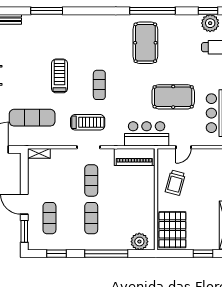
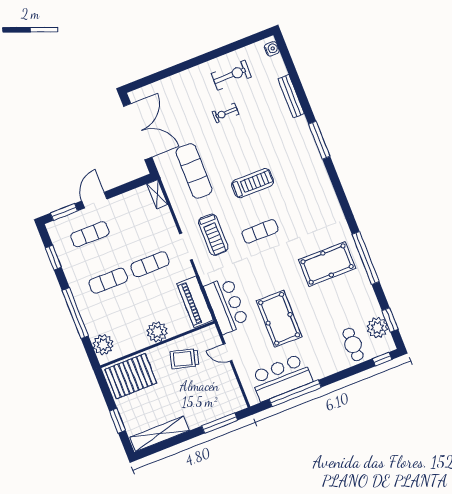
plant: (146, 196) -> (157, 332), added

